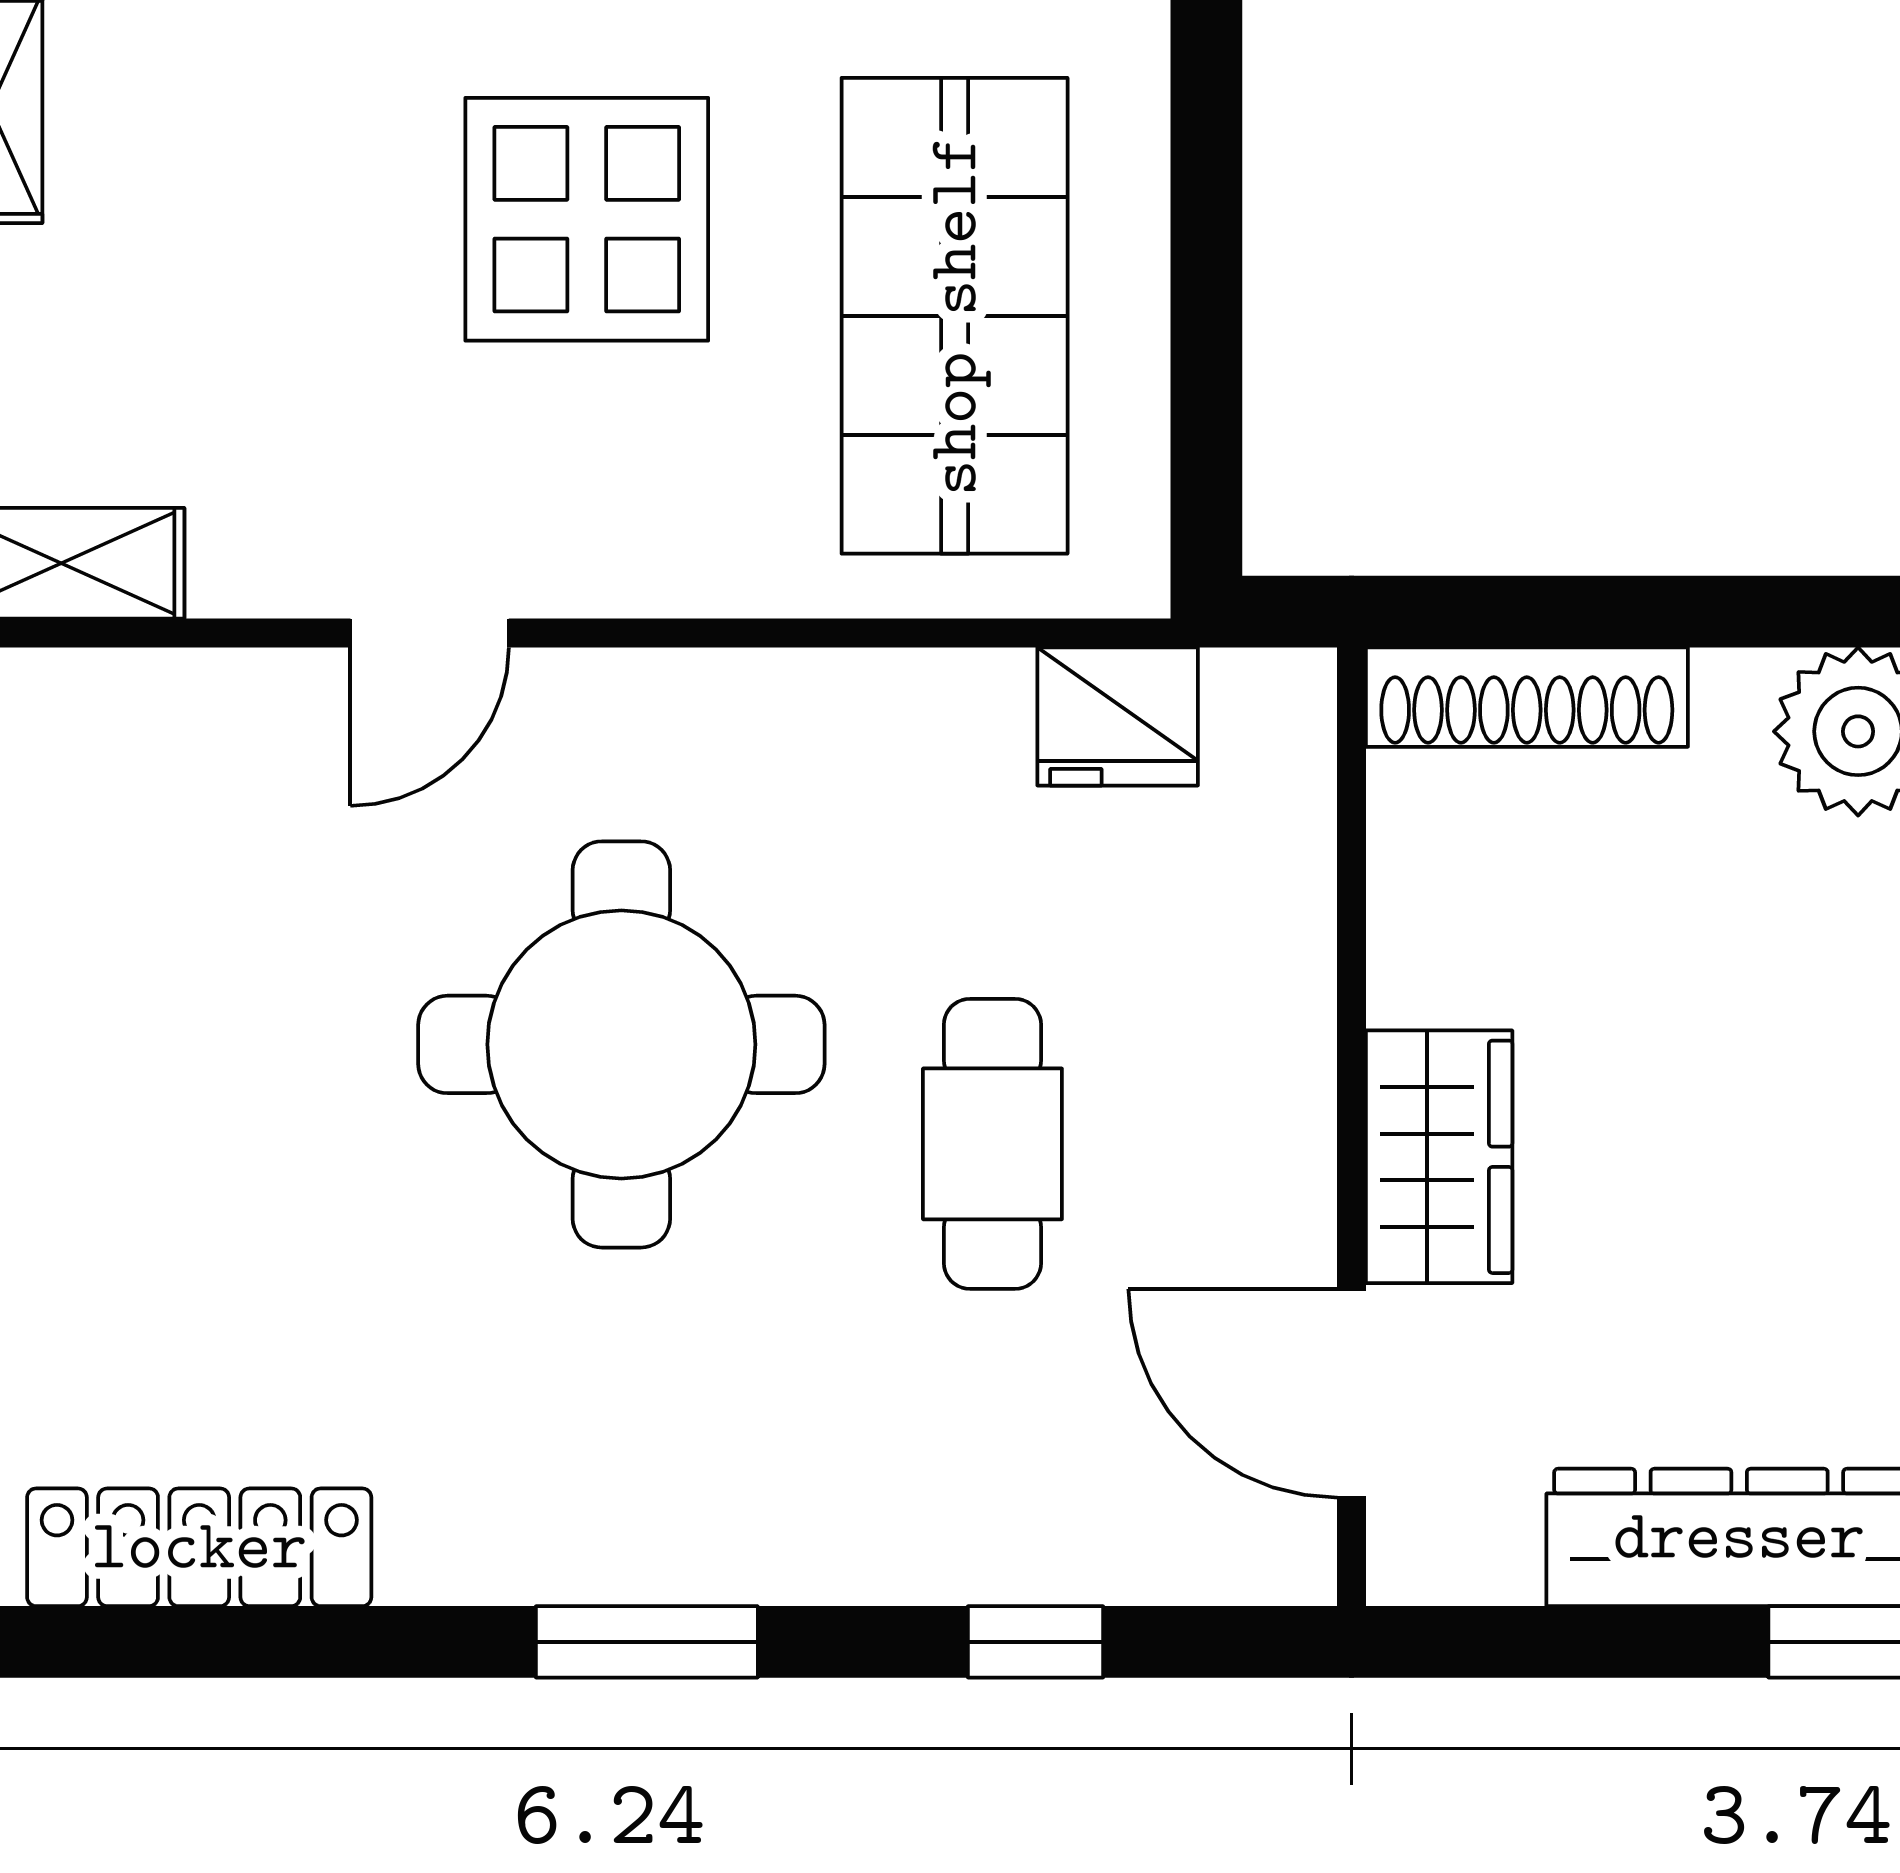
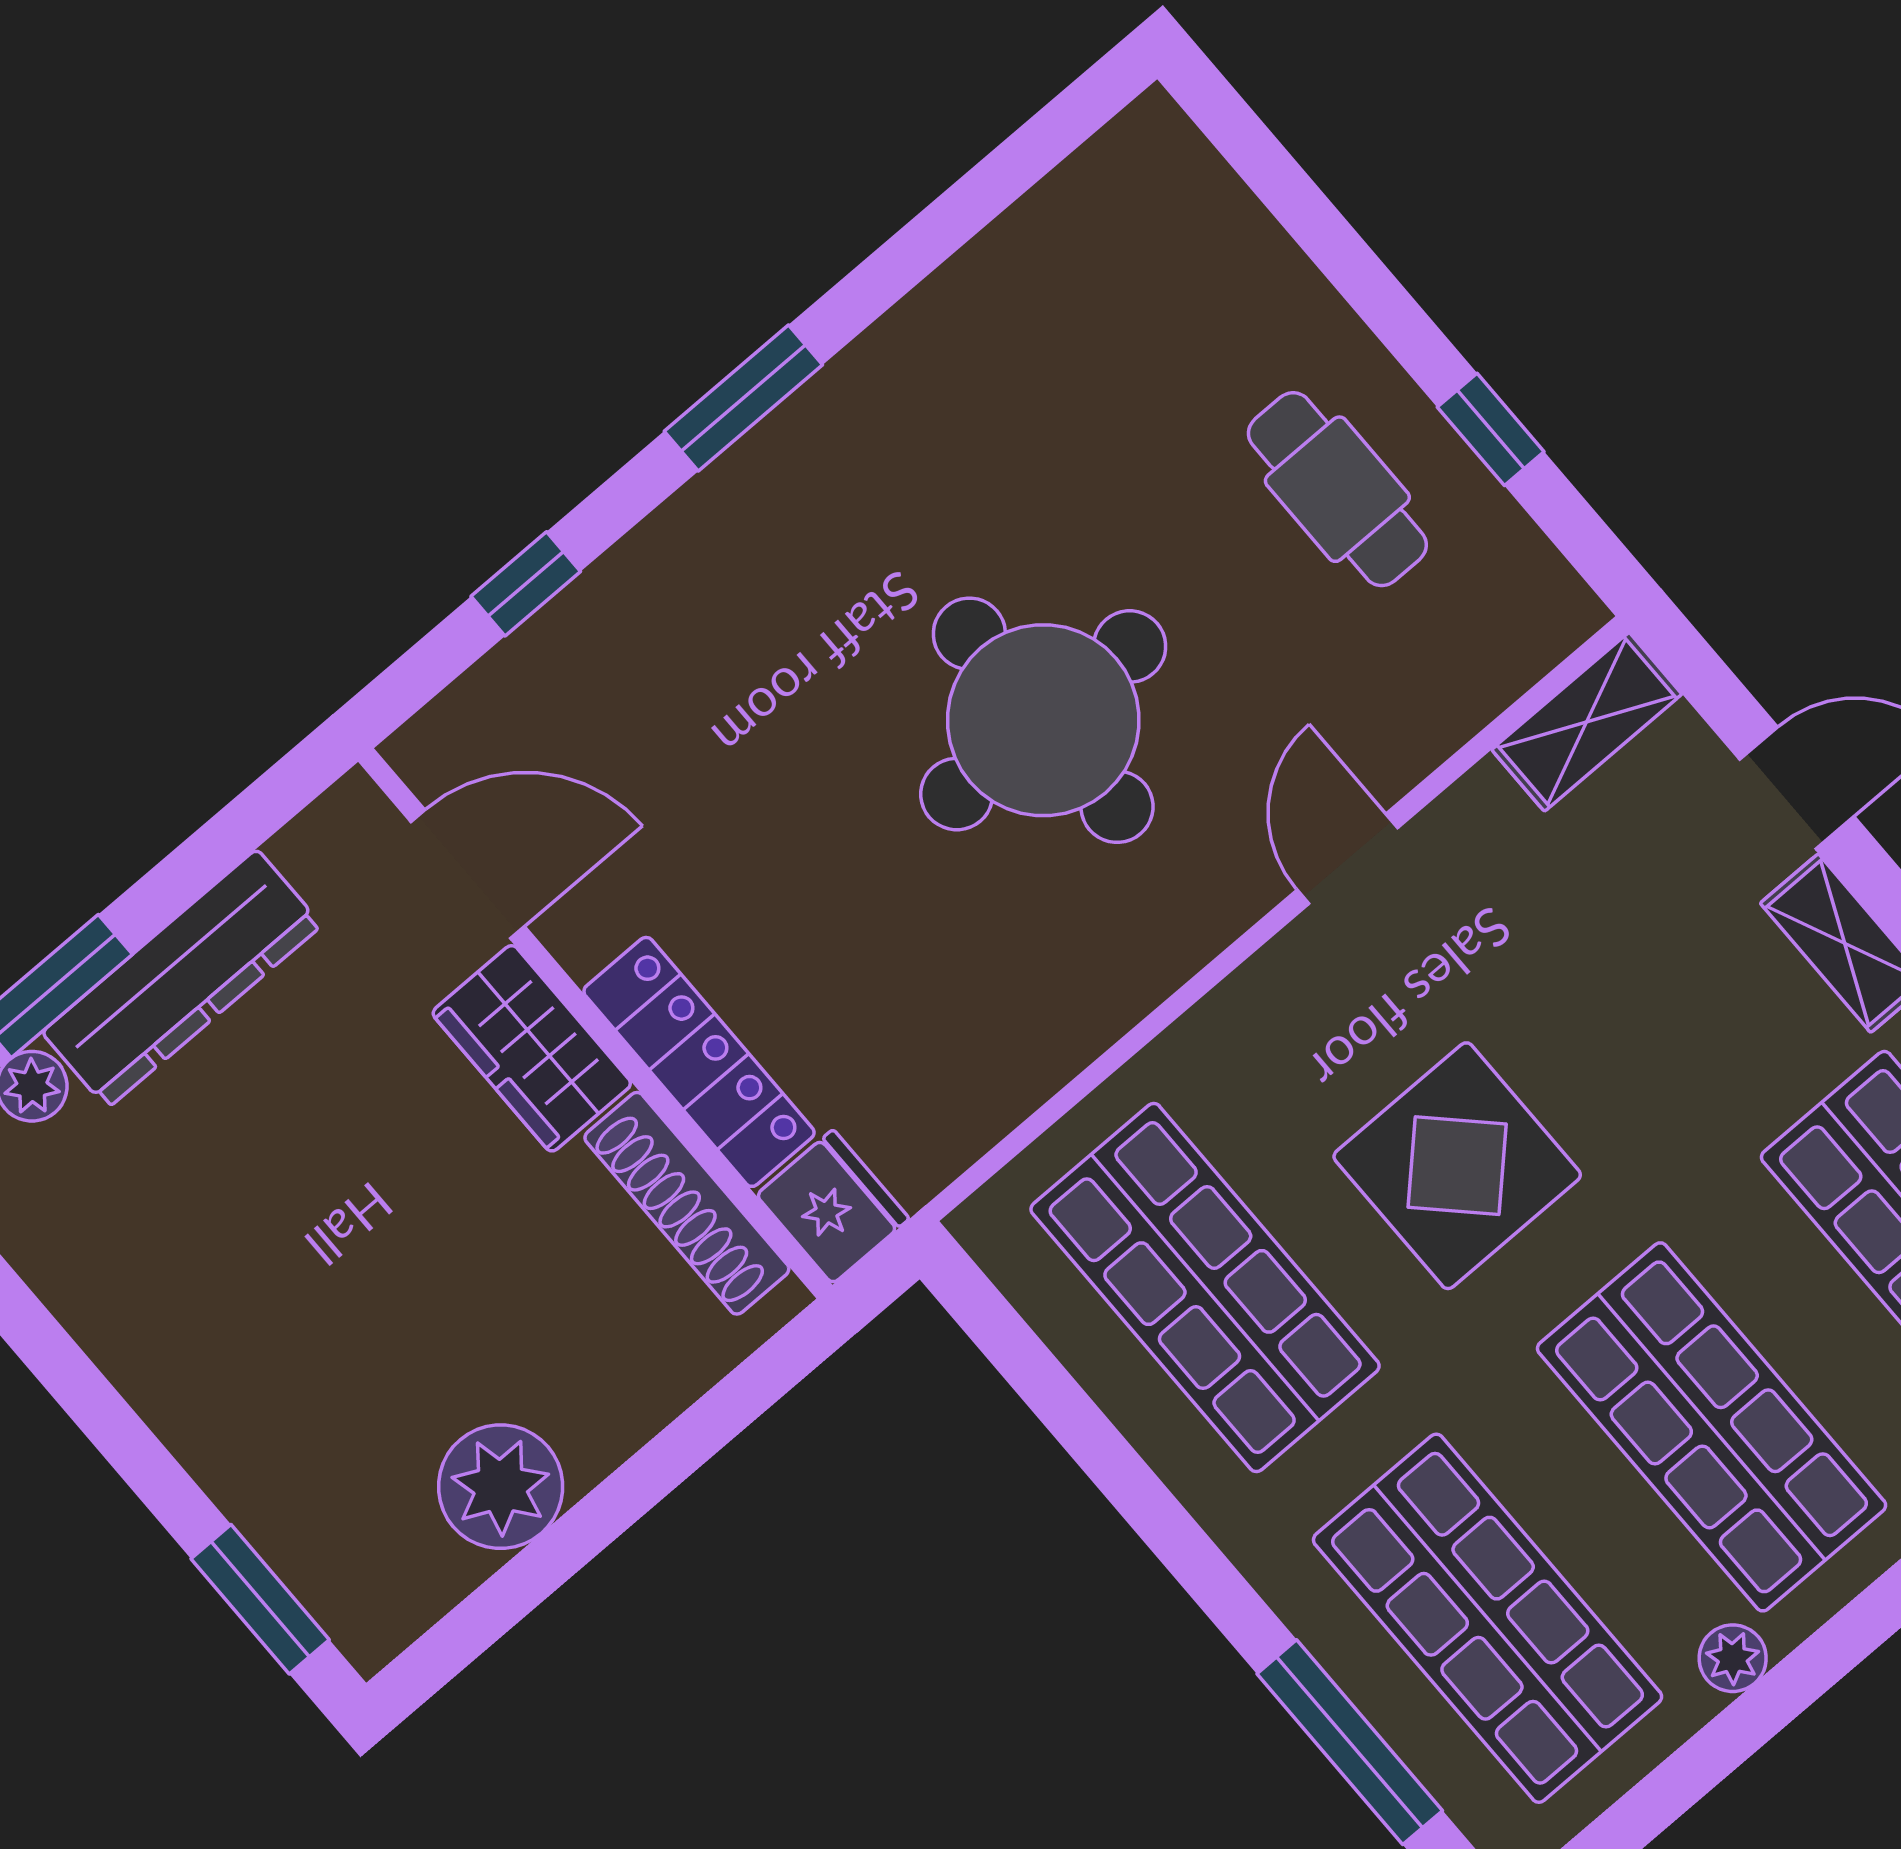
shoe rack: (1527, 697) -> (687, 1203), moved, turned -90
fridge: (1118, 716) -> (833, 1207), moved, turned 90
cafe table: (992, 1144) -> (1337, 489), moved
locker: (199, 1547) -> (699, 1062), moved, turned -90

